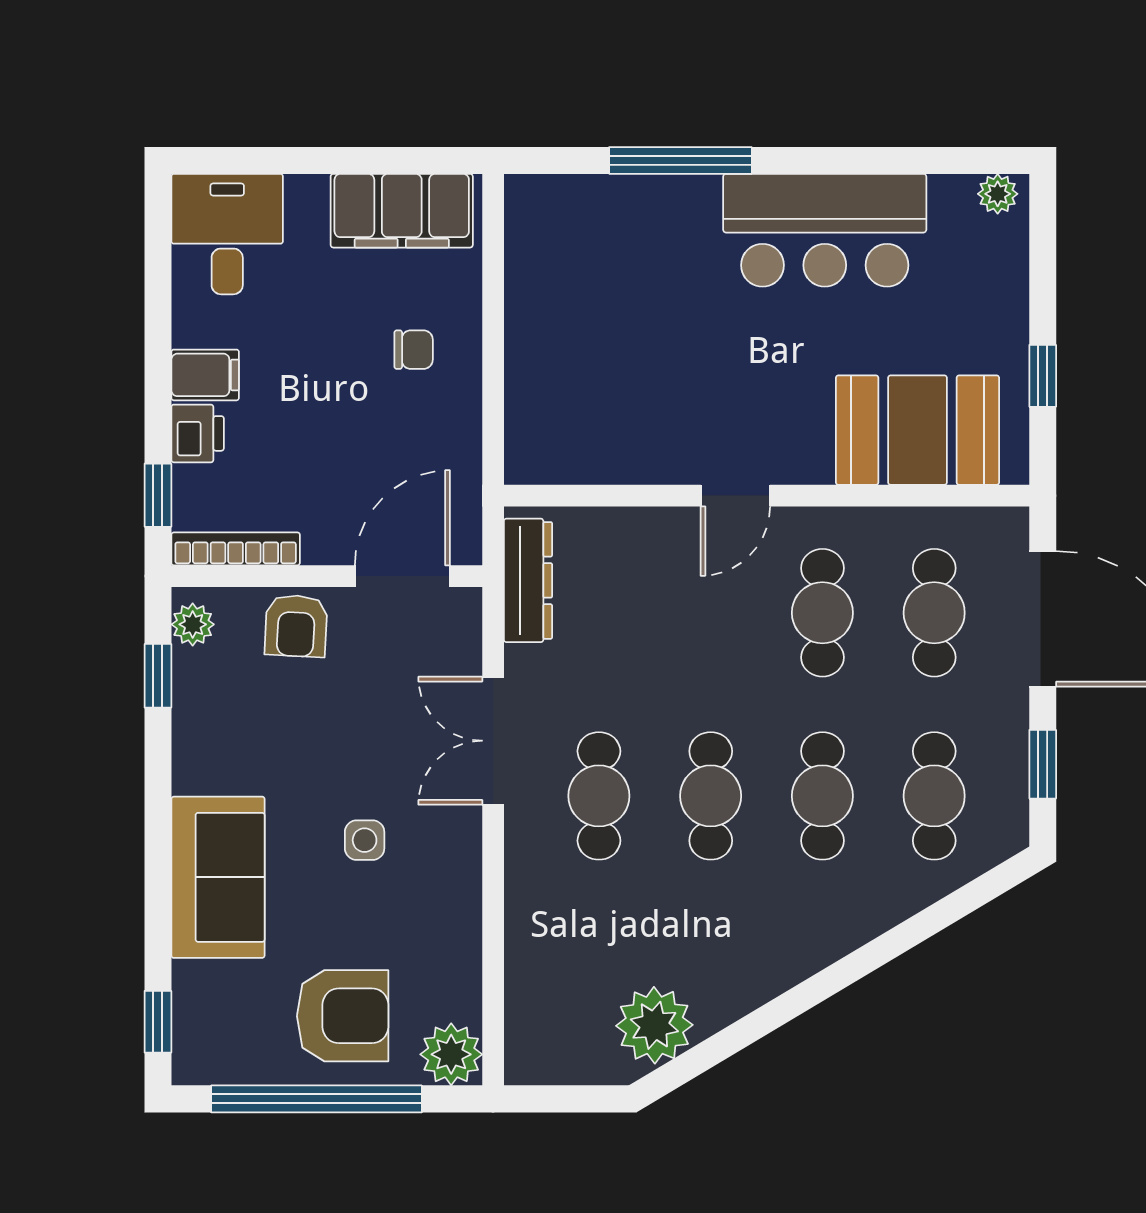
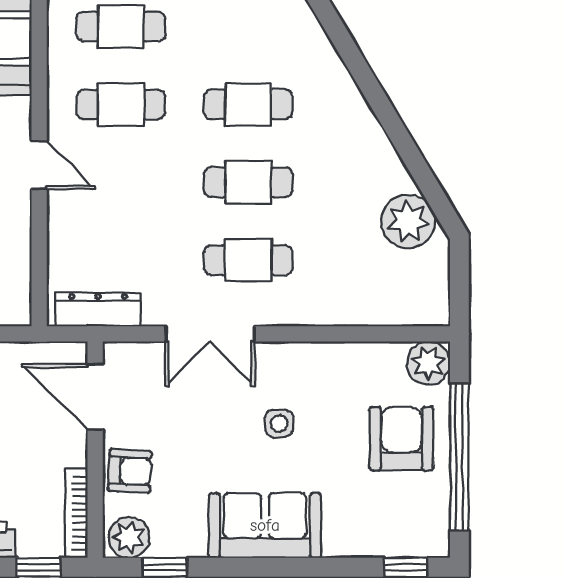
plant: (193, 624) -> (129, 537), width x1.38, depth x1.38
cafe table: (934, 796) -> (248, 27), removed
sofa: (218, 877) -> (265, 525), moved

